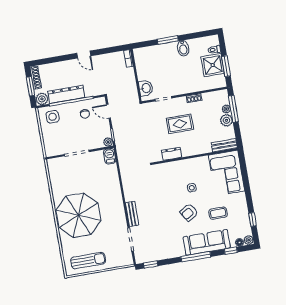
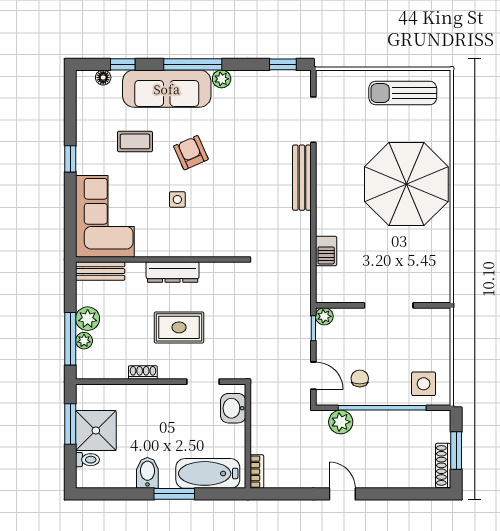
bathtub: (153, 53) -> (208, 473), added
dresser: (66, 94) -> (390, 422), removed
plant: (42, 99) -> (341, 422), moved
dresser: (172, 154) -> (173, 272), moved, width x1.44
barbecue: (110, 156) -> (326, 251), moved
armchair: (189, 212) -> (191, 153), turned -83
bench: (132, 214) -> (302, 178), width x1.36
window: (253, 220) -> (70, 159), moved
plant: (249, 240) -> (222, 79), moved

